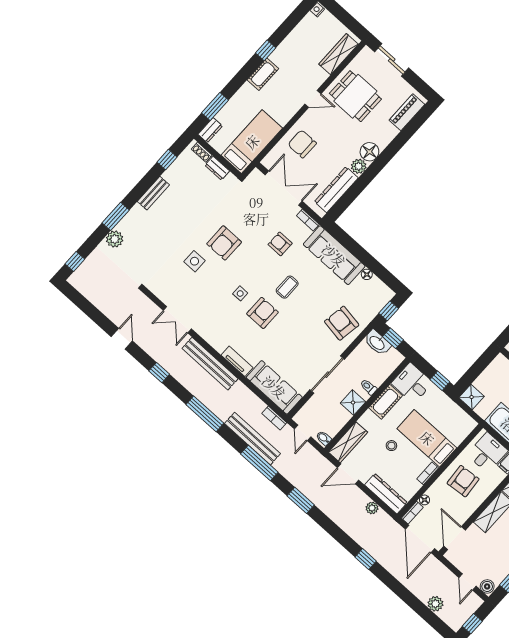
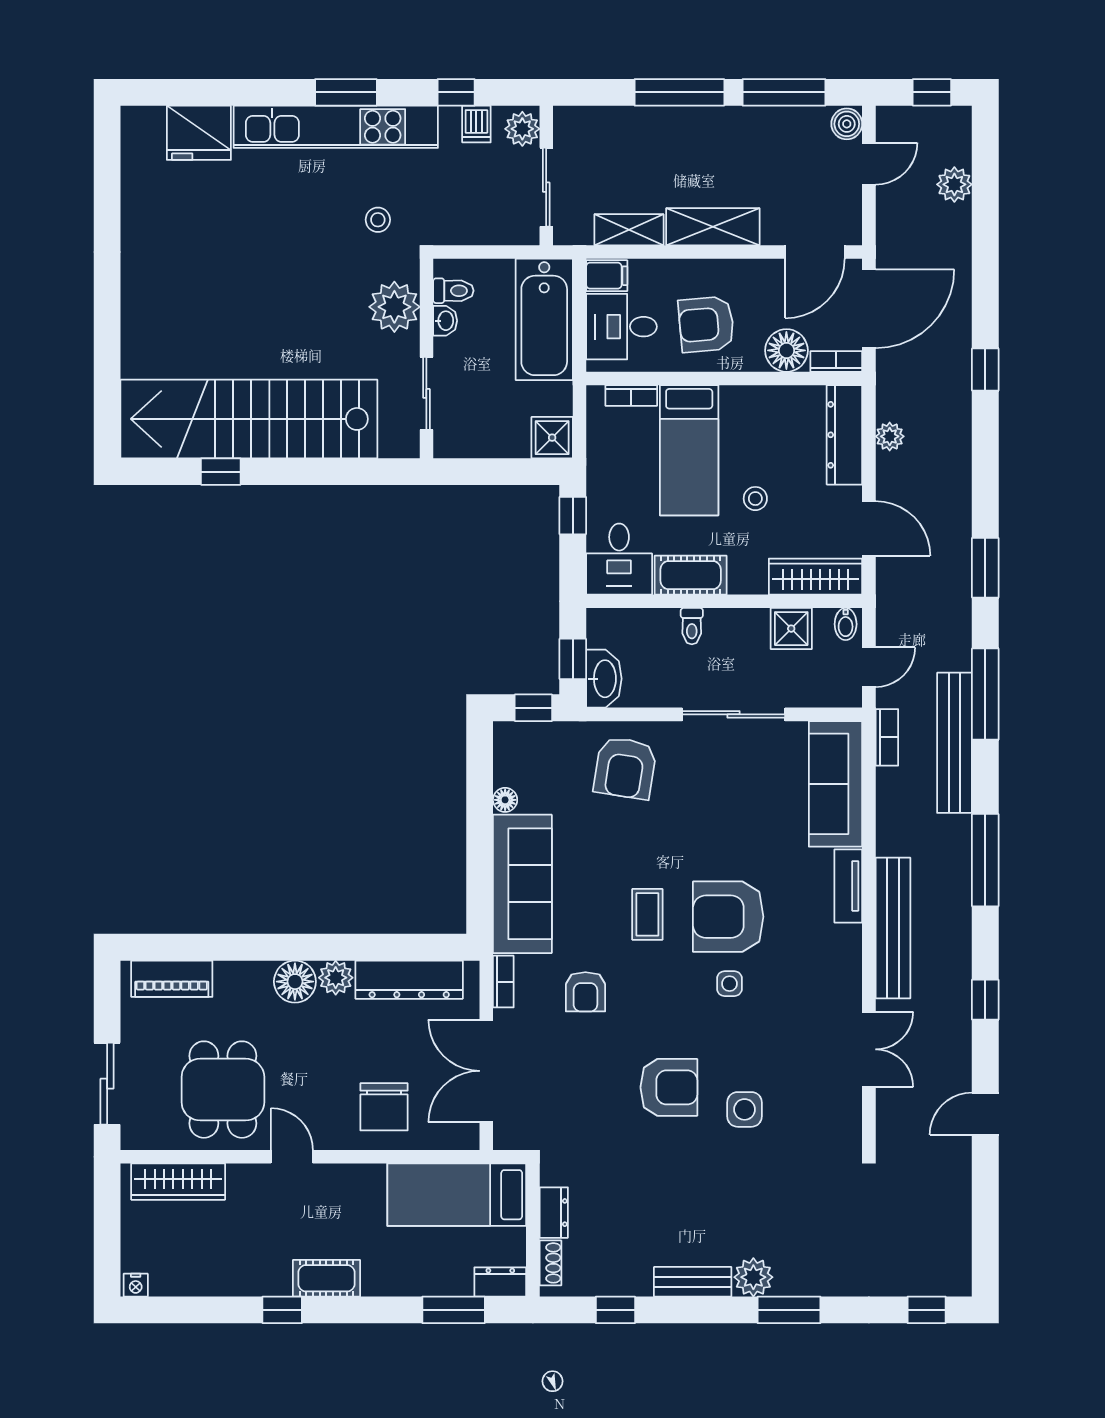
plant: (115, 239) -> (753, 1277), moved
coffee table: (287, 287) -> (647, 914), turned 90
armchair: (262, 313) -> (728, 917), width x1.36, depth x1.36
shower: (353, 403) -> (791, 629), moved
bookcase: (428, 473) -> (631, 395), moved
floor lamp: (424, 500) -> (786, 350), width x1.89, depth x1.89

